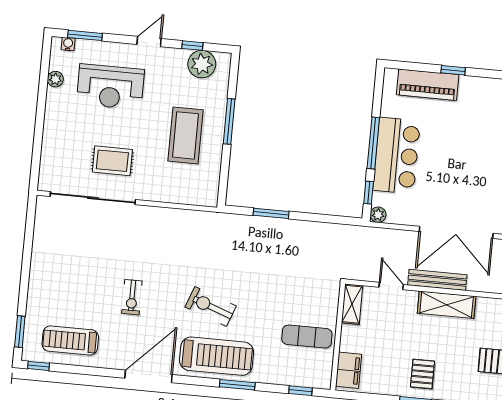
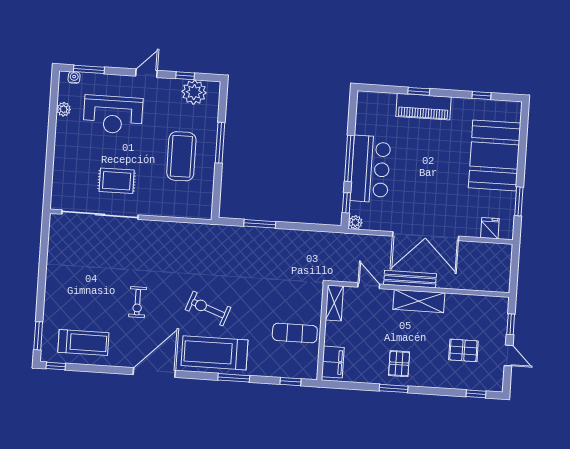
piano: (428, 85) -> (423, 107), moved
treadmill: (70, 340) -> (83, 342), turned 180
treadmill: (217, 356) -> (215, 353), turned 180

